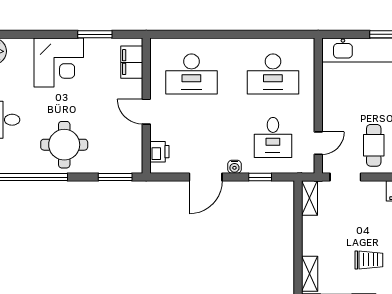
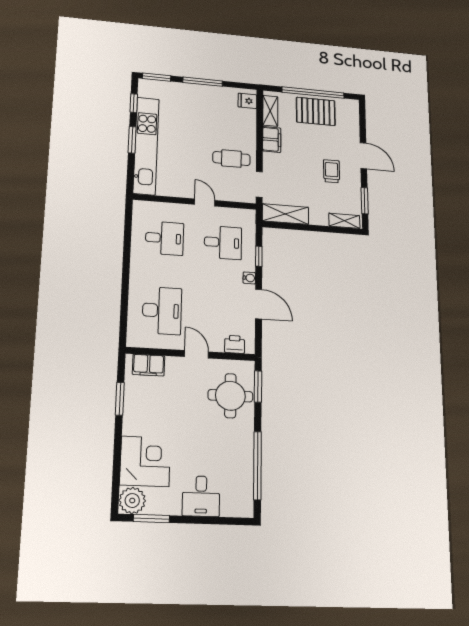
corner desk: (59, 63) -> (145, 461), moved
desk: (273, 74) -> (165, 238), width x0.73
door: (146, 112) -> (197, 354), swing flipped
door: (318, 143) -> (205, 202), moved
round table: (64, 145) -> (230, 396), moved
shelving: (310, 198) -> (285, 214), width x1.50, depth x1.33

